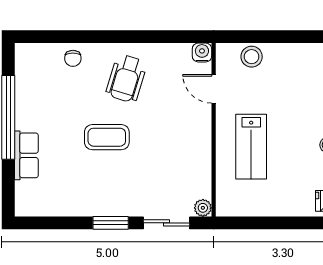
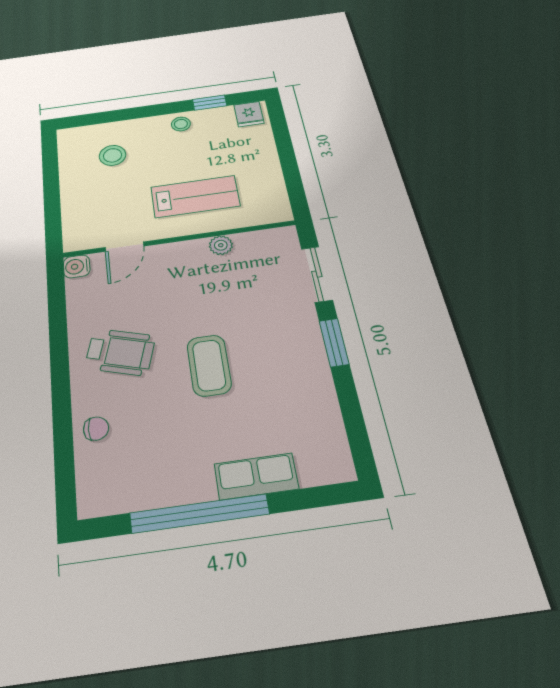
stool: (252, 57) -> (113, 155), moved
plant: (203, 208) -> (221, 245), moved

